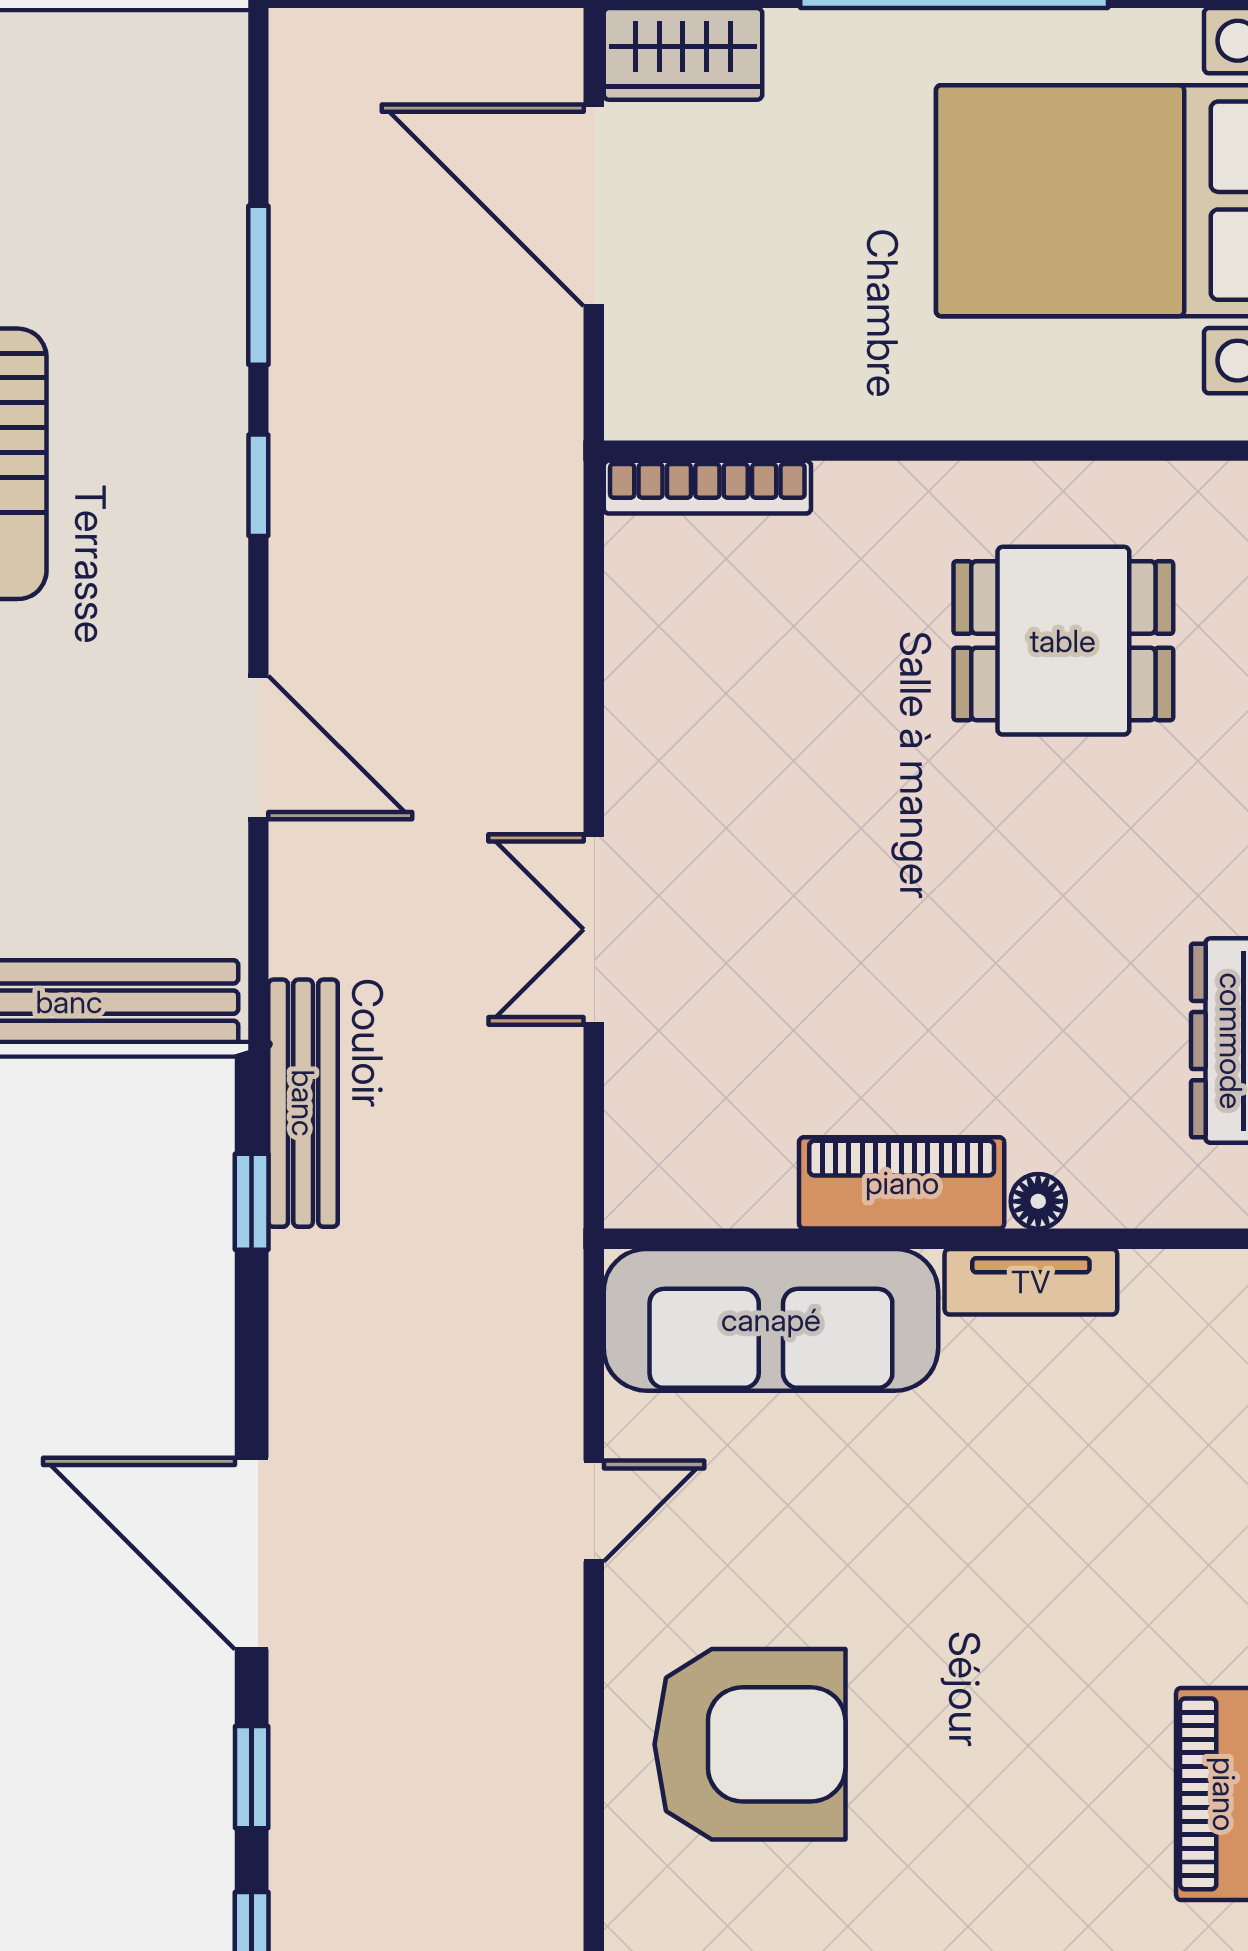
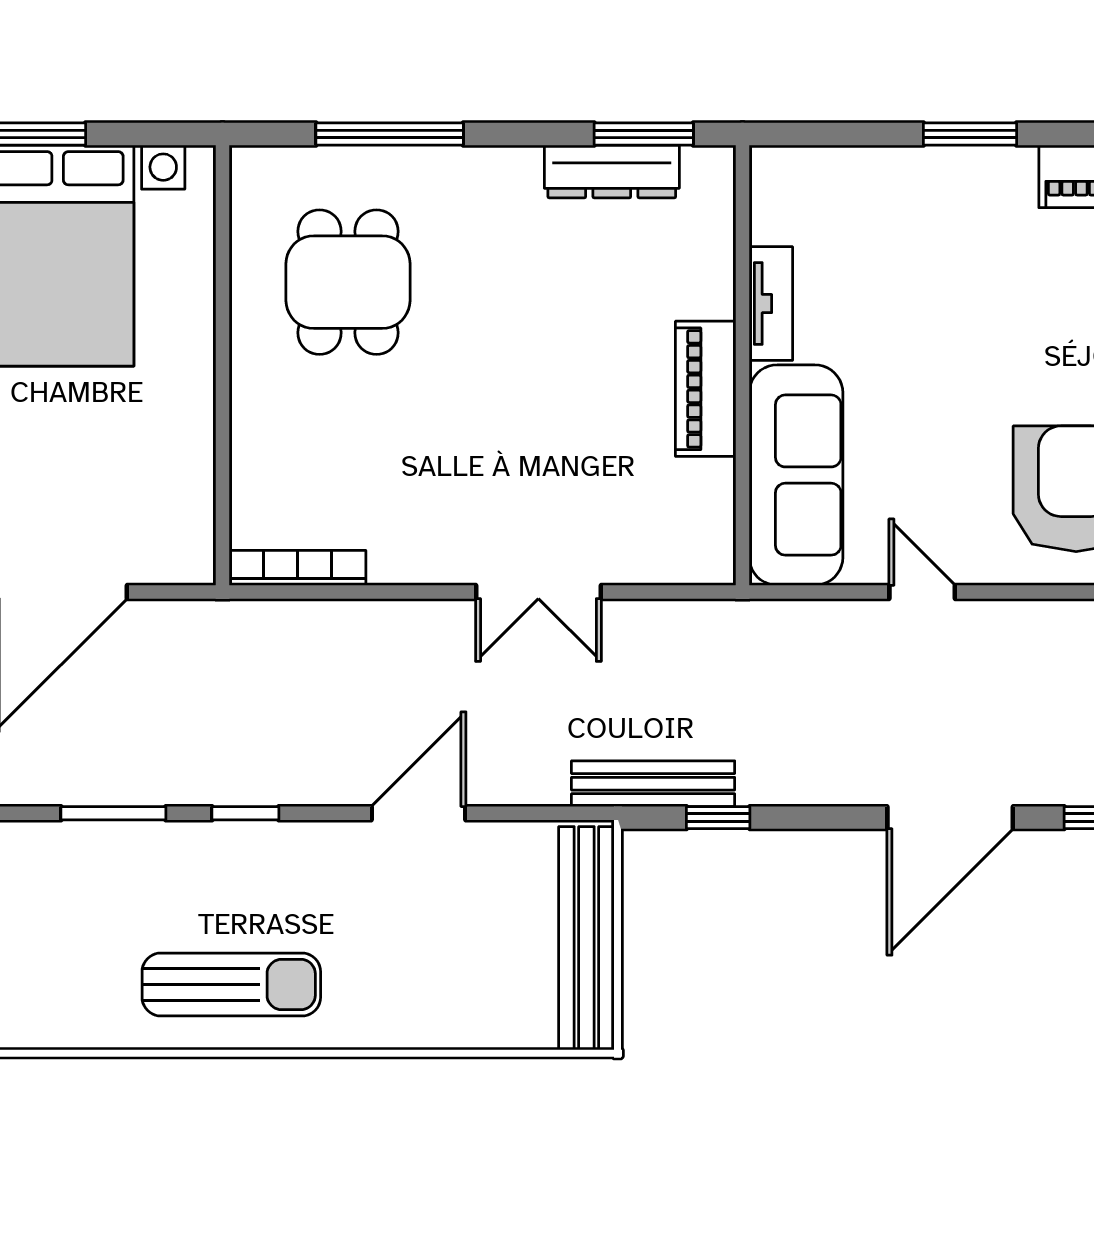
bookcase: (707, 487) -> (298, 568), moved, turned -90
floor lamp: (1038, 1201) -> (718, 299), removed

